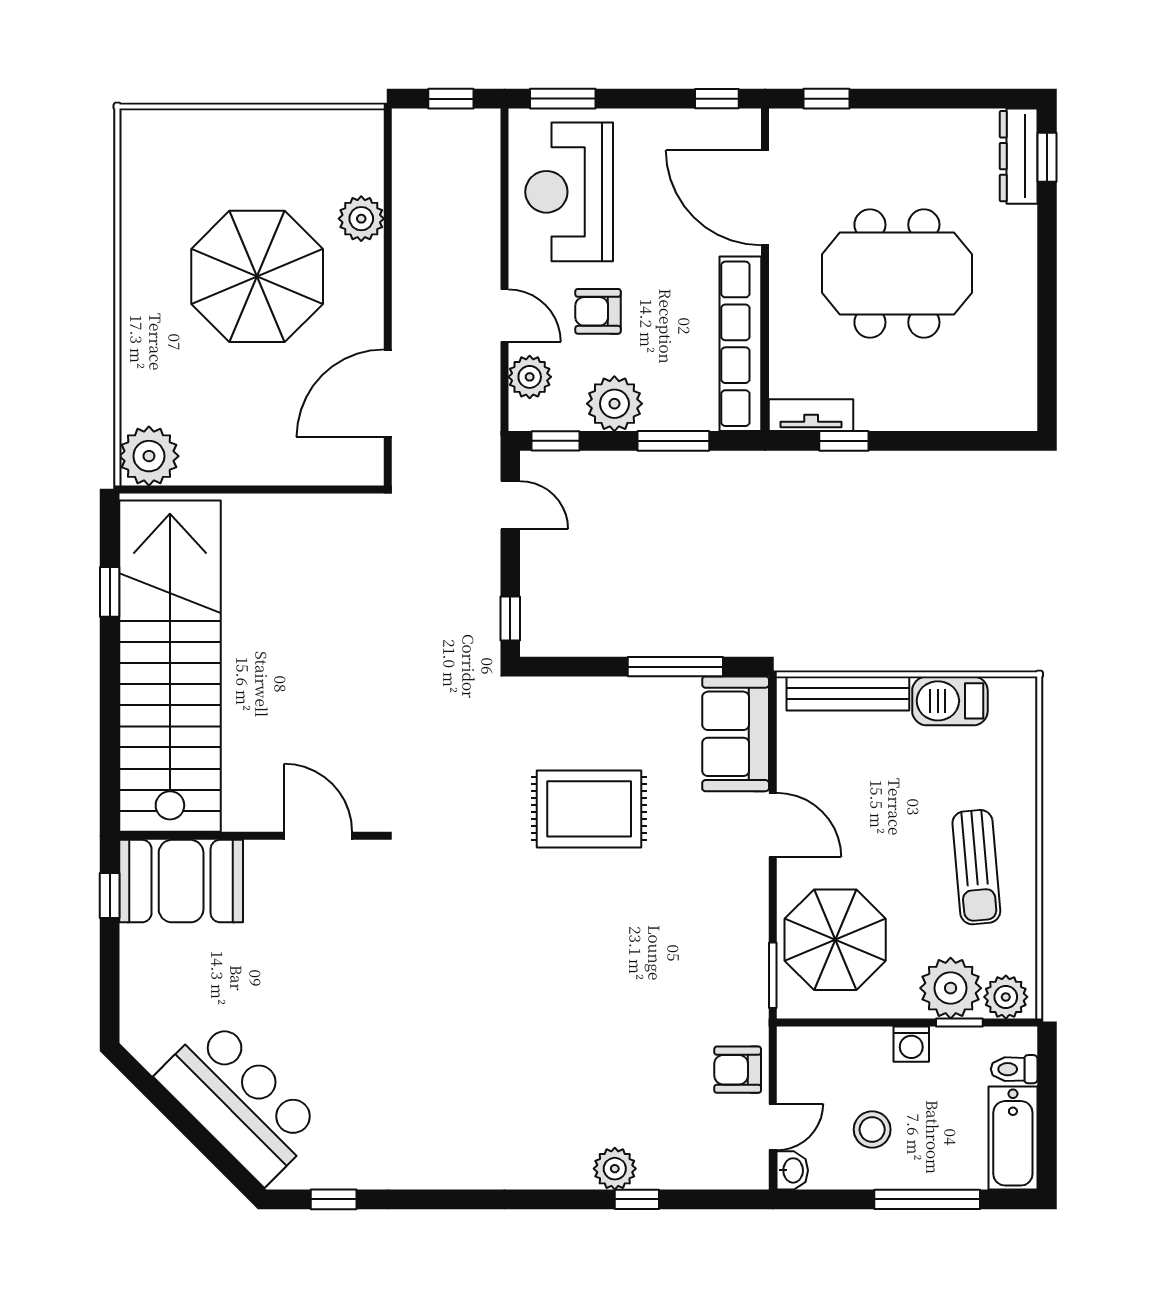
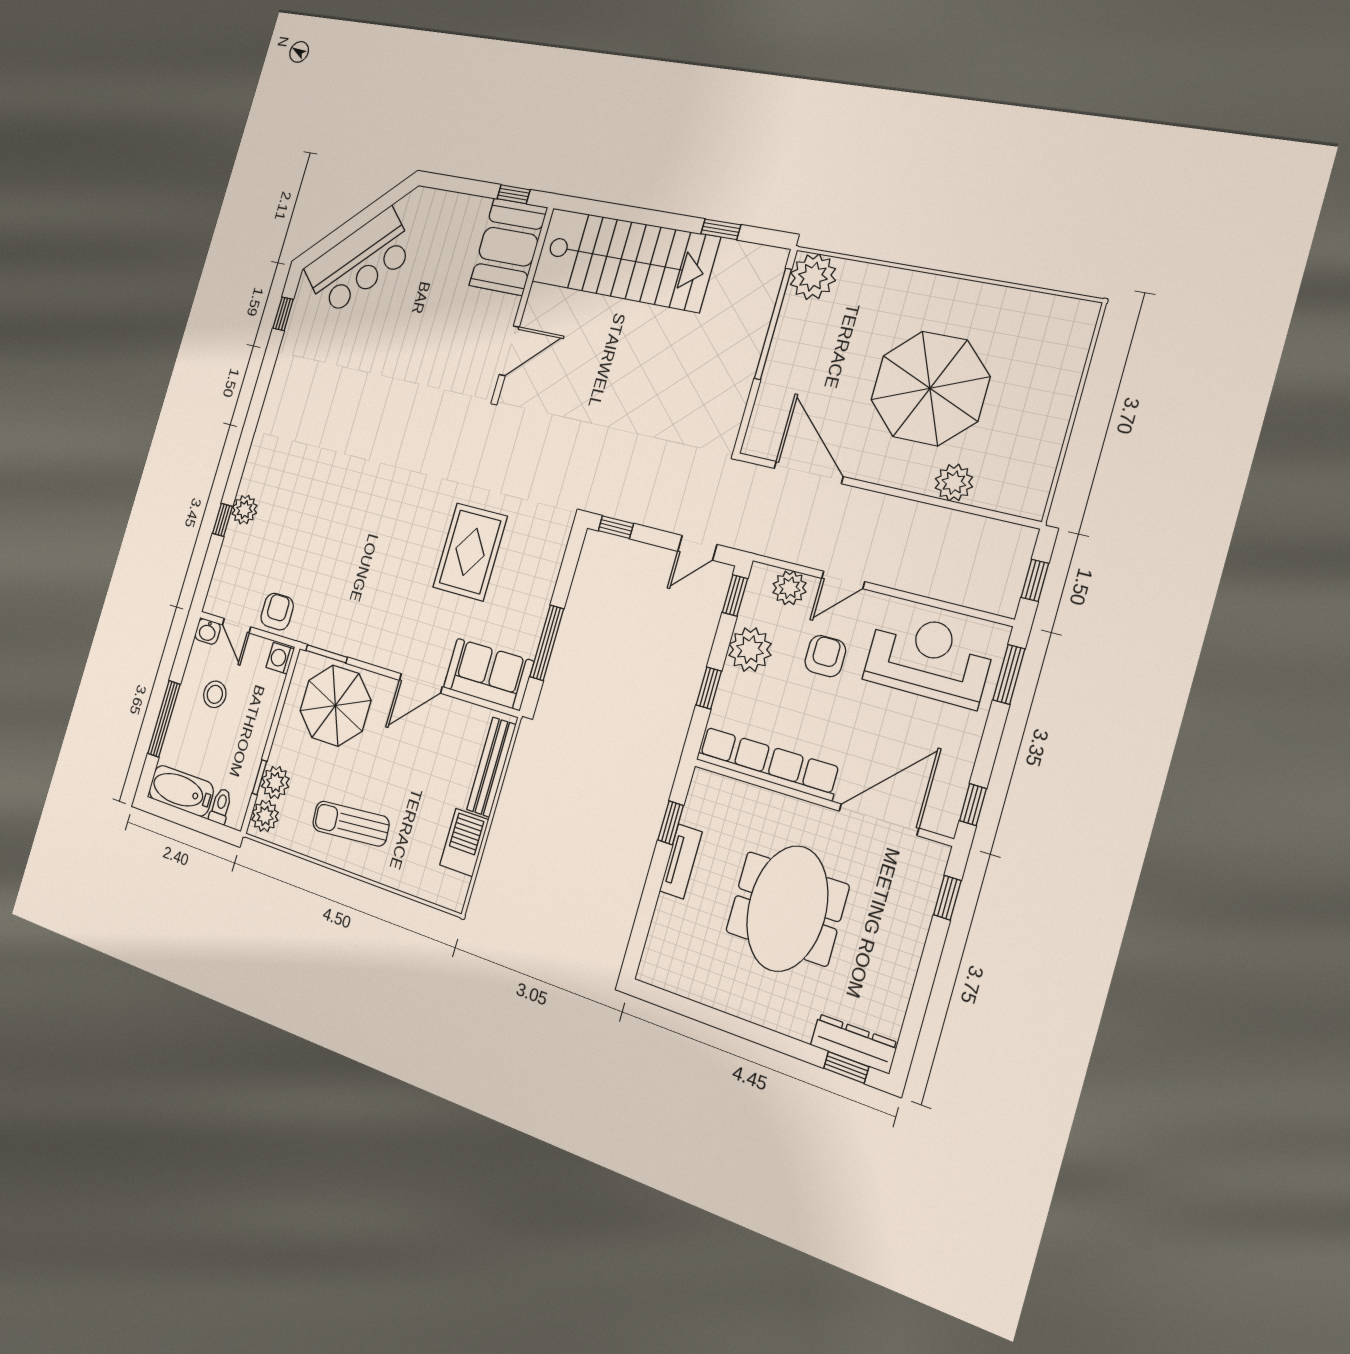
tv unit: (811, 415) -> (681, 861), moved
window: (673, 441) -> (709, 688), width x0.67
window: (216, 490) -> (773, 324), added
stairs: (170, 666) -> (625, 259), width x0.73
plant: (951, 988) -> (275, 782), width x0.73, depth x0.73
washing machine: (911, 1044) -> (280, 658), moved

